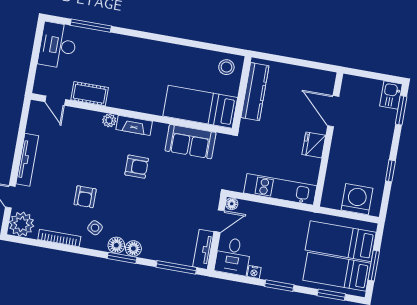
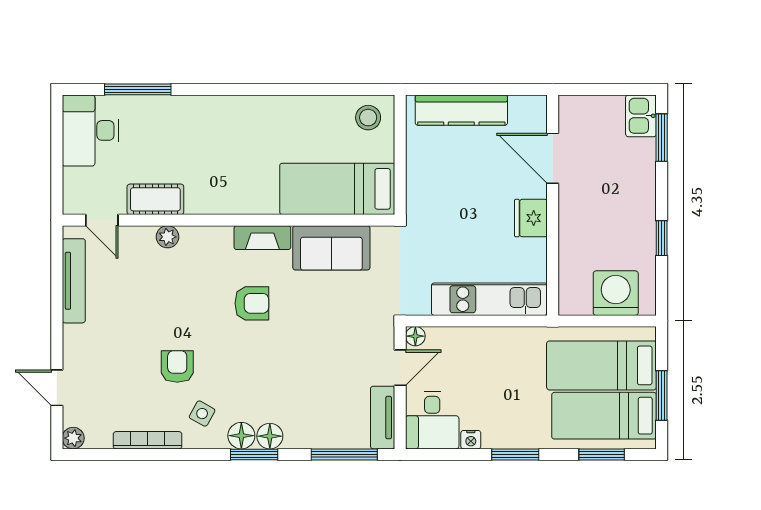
kitchen counter: (255, 92) -> (461, 110), moved, turned 90
plant: (109, 120) -> (168, 237), moved
fireplace: (134, 125) -> (262, 238), moved
tv unit: (27, 160) -> (74, 281), moved
armchair: (85, 197) -> (177, 366), turned 180
plant: (22, 224) -> (73, 438), width x0.53, depth x0.53

